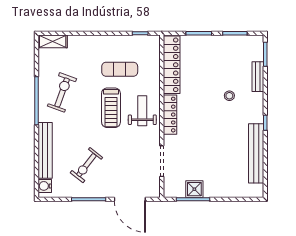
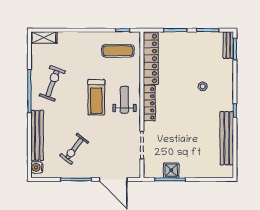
exercise mat: (120, 69) -> (118, 51), moved
bench: (258, 77) -> (228, 45), moved

